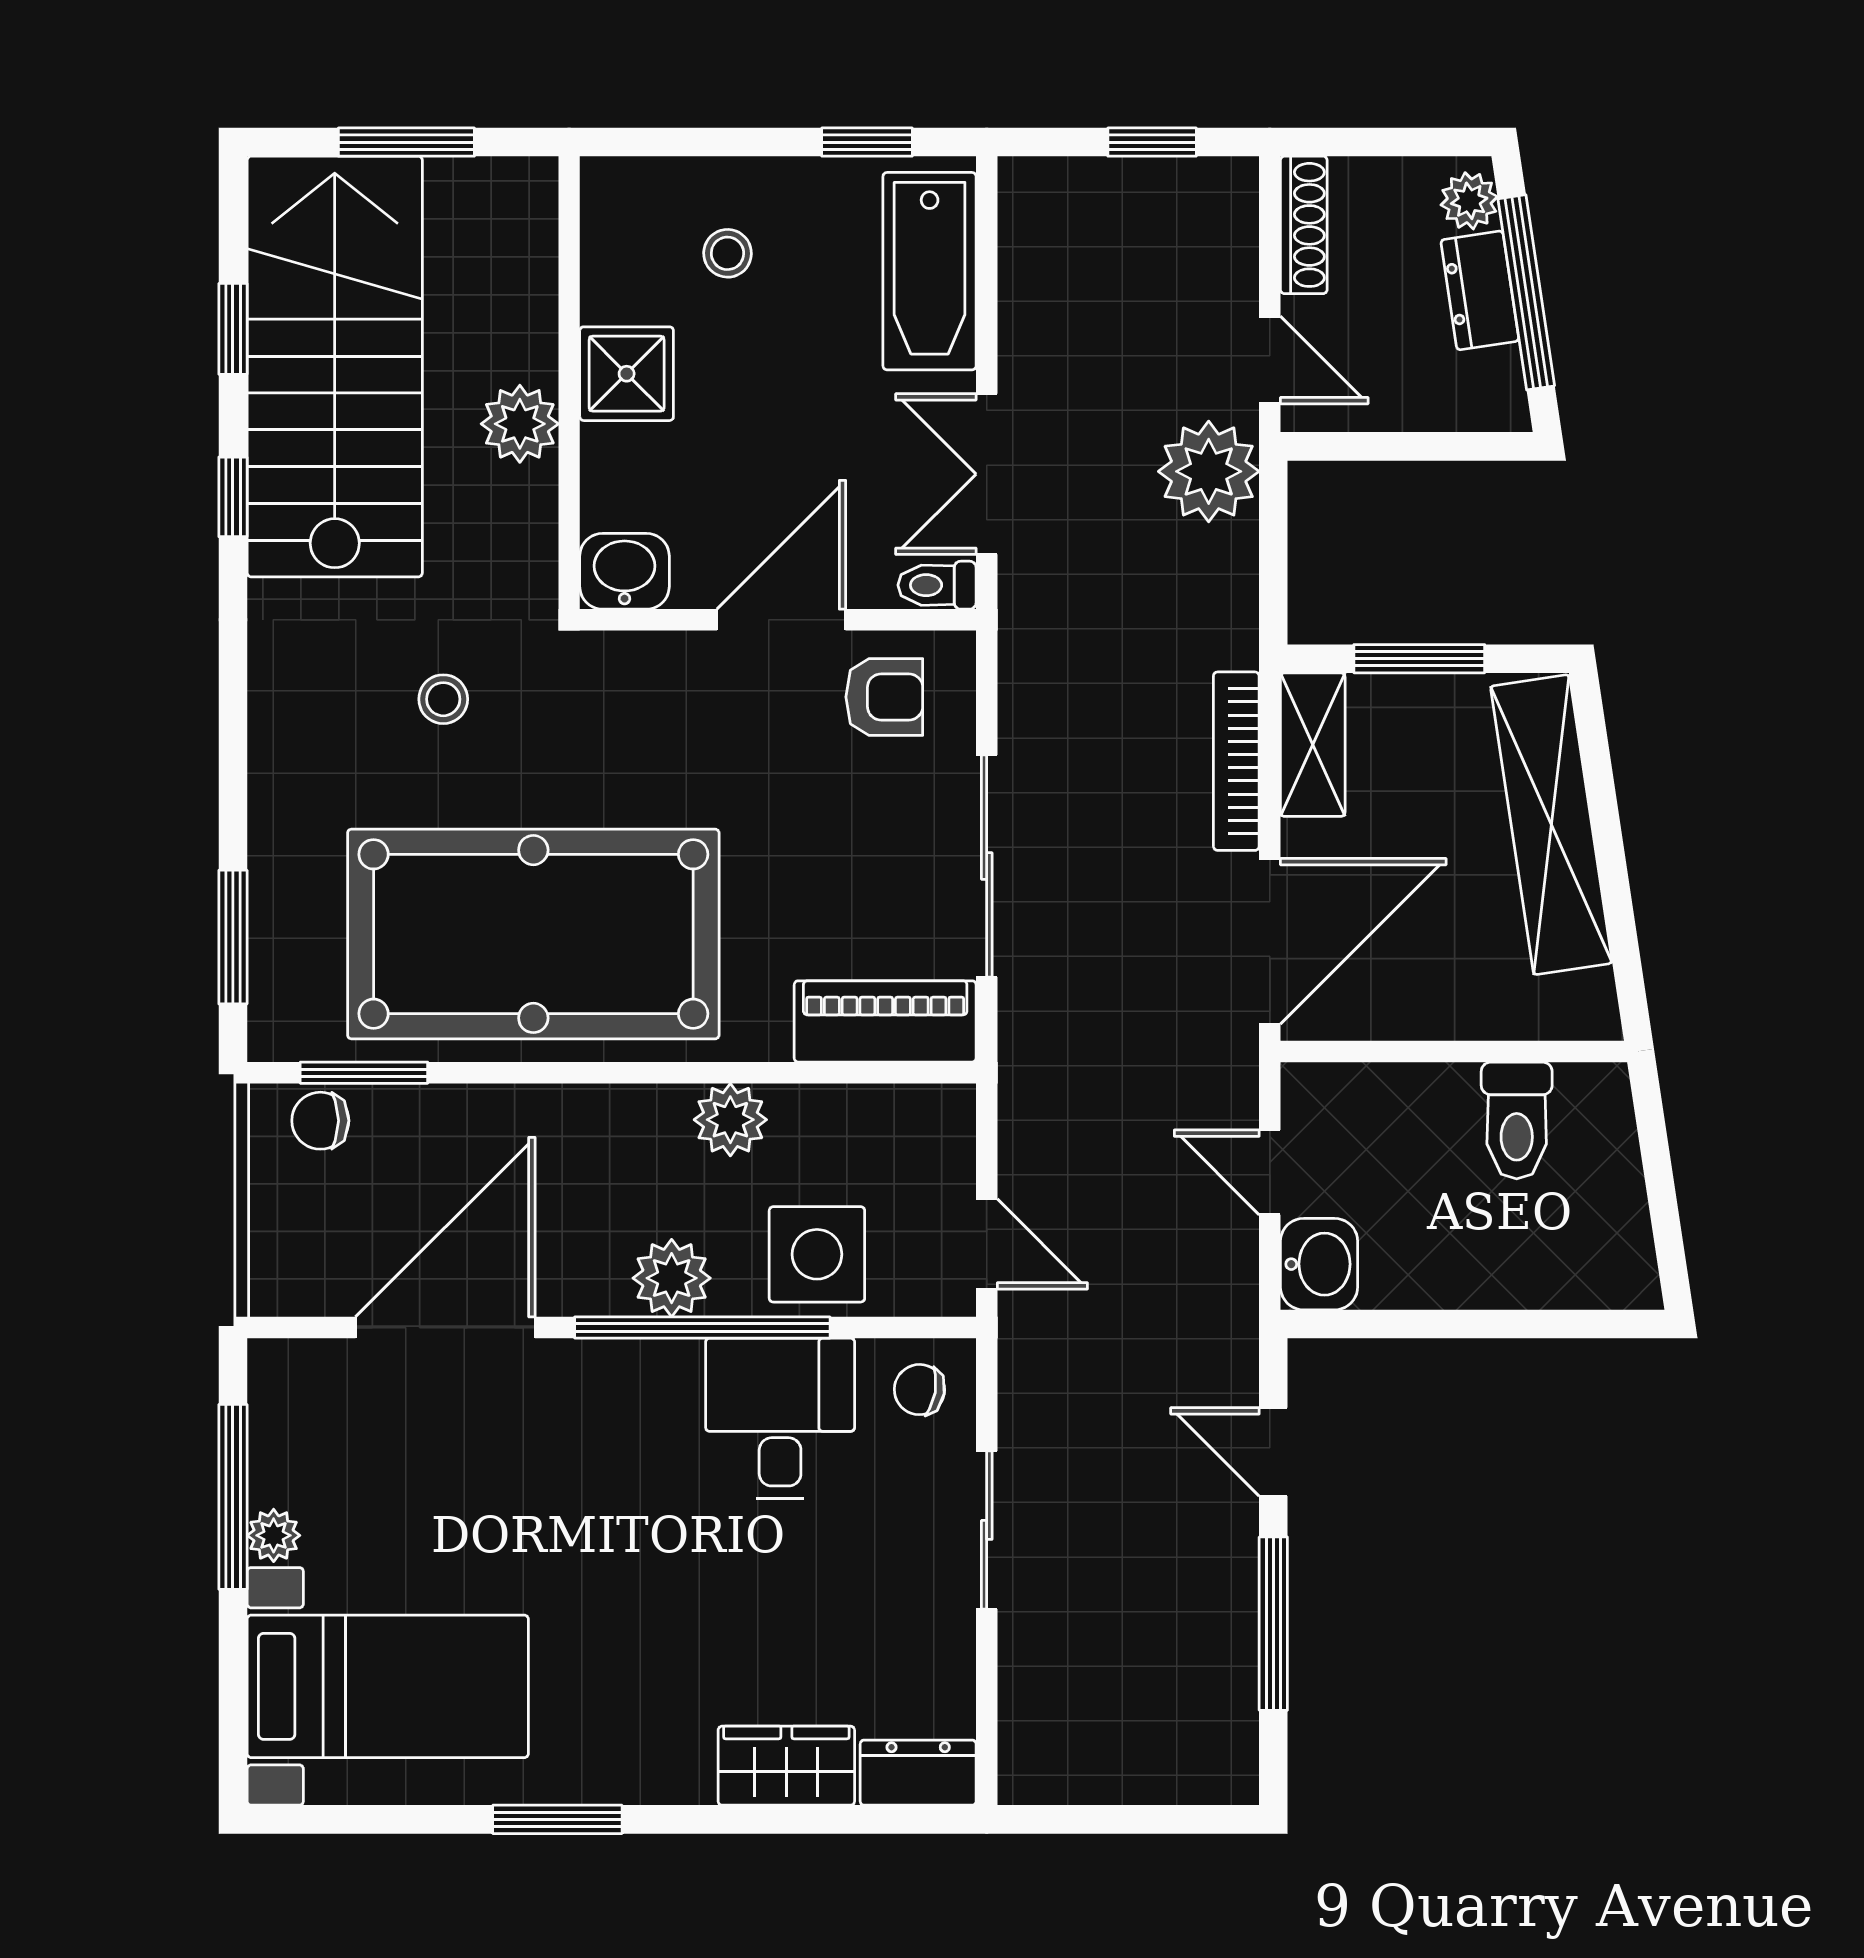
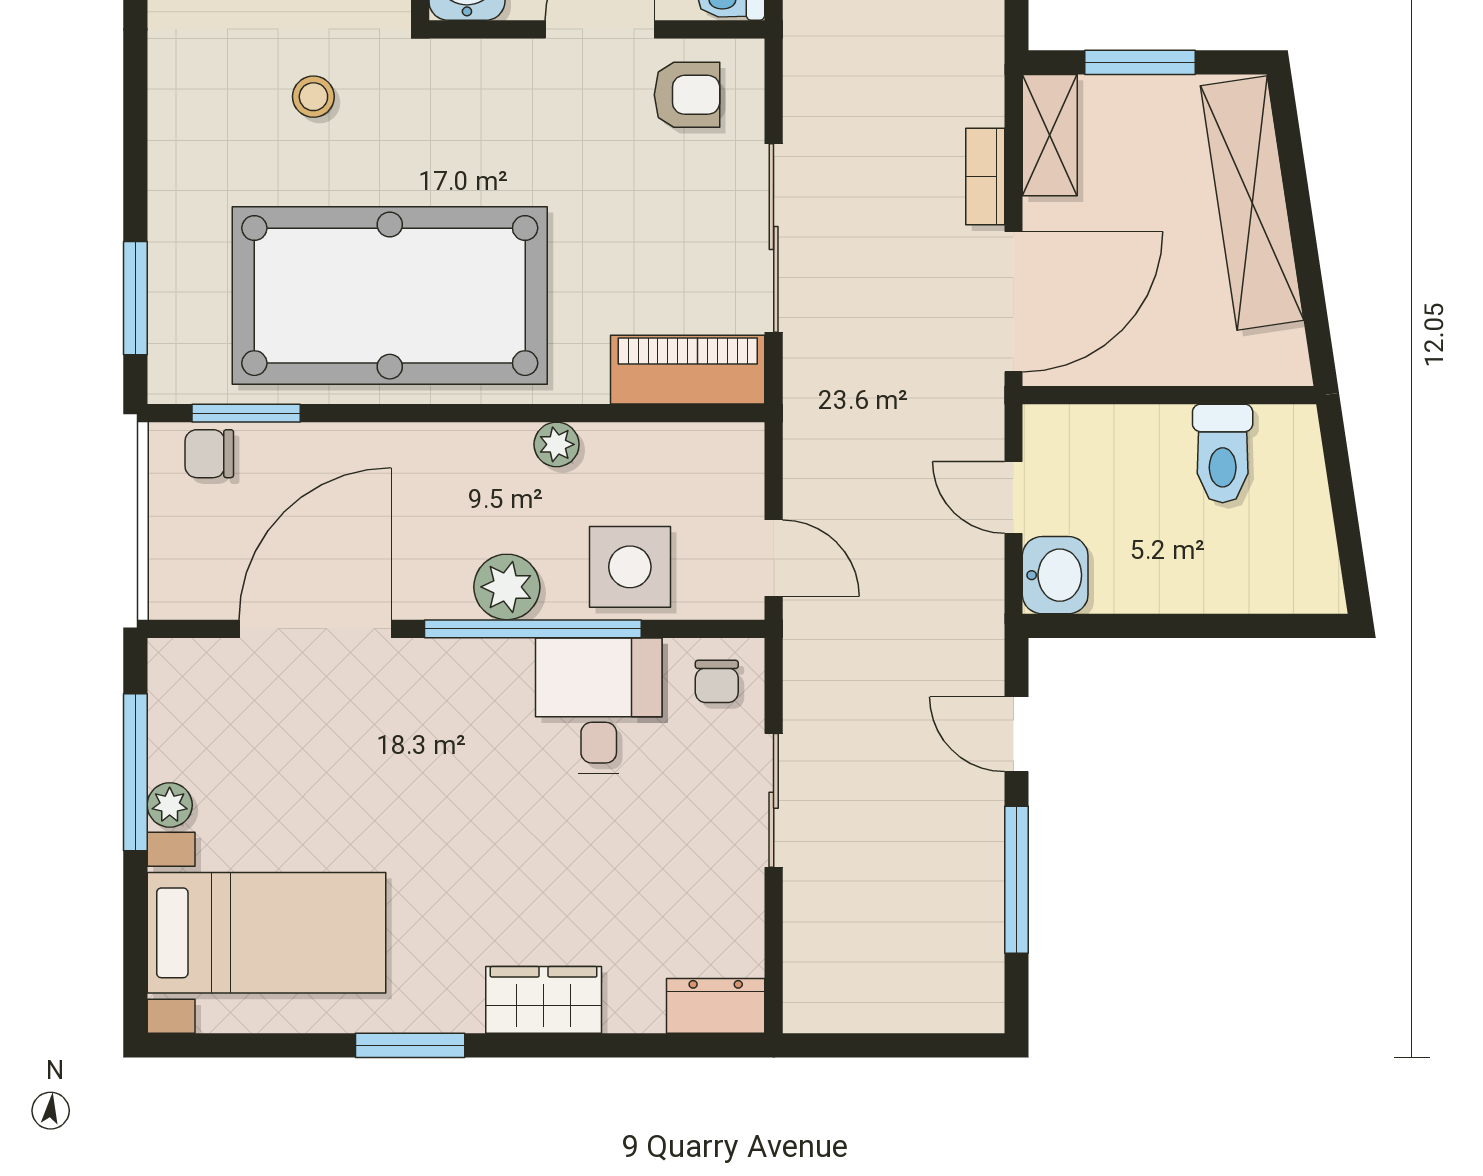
bookcase: (1236, 761) -> (985, 176), width x0.64
plant: (730, 1120) -> (557, 444), width x0.73, depth x0.73
chair: (919, 1390) -> (717, 681), turned -100
wardrobe: (786, 1766) -> (544, 1000), moved

